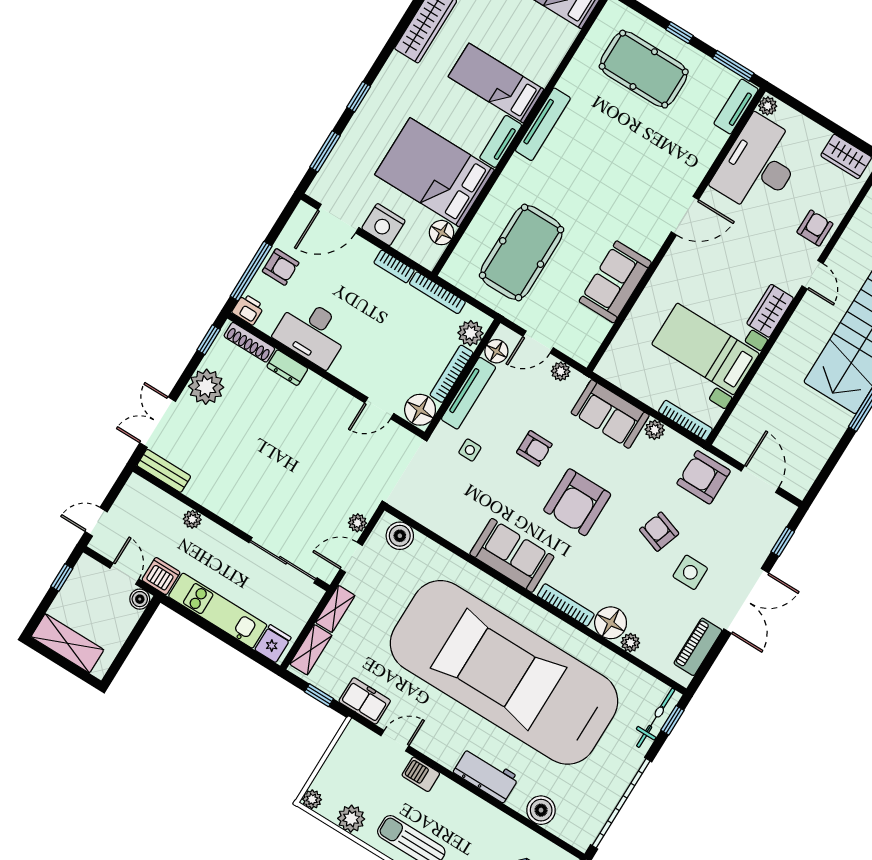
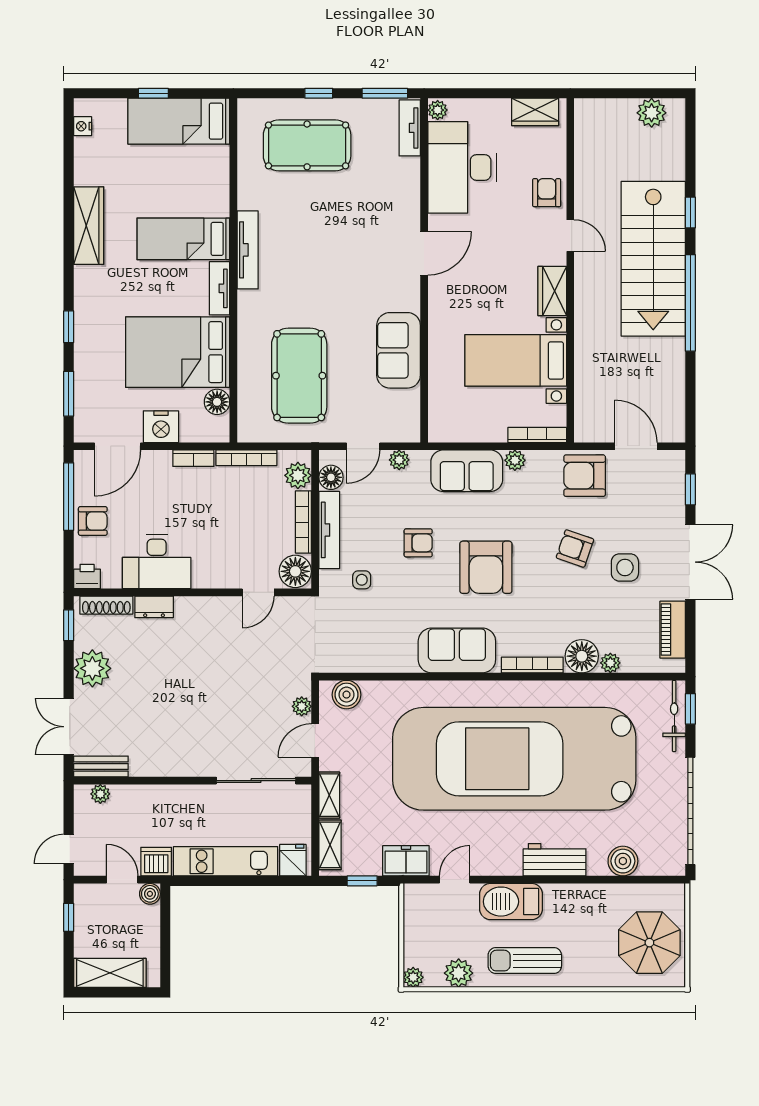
window: (251, 271) -> (69, 497), moved
plant: (192, 519) -> (100, 794), moved
barbecue: (421, 774) -> (511, 902), width x1.88, depth x1.53

